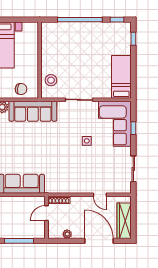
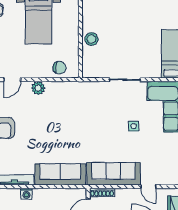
stool: (51, 80) -> (91, 39), moved
sofa: (33, 111) -> (114, 174), moved, turned 180

